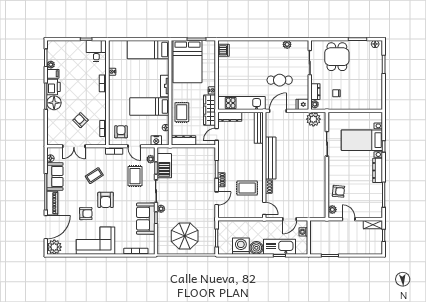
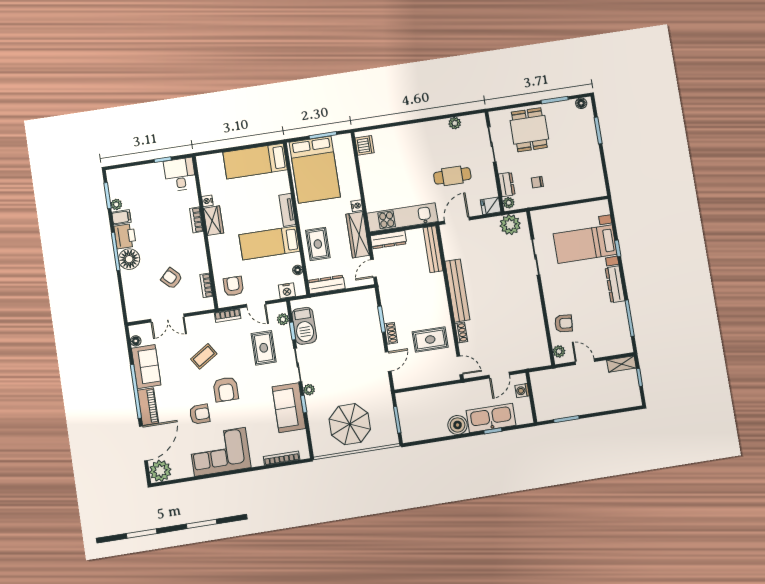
wardrobe: (114, 86) -> (213, 221), added
washing machine: (241, 246) -> (434, 426), removed

